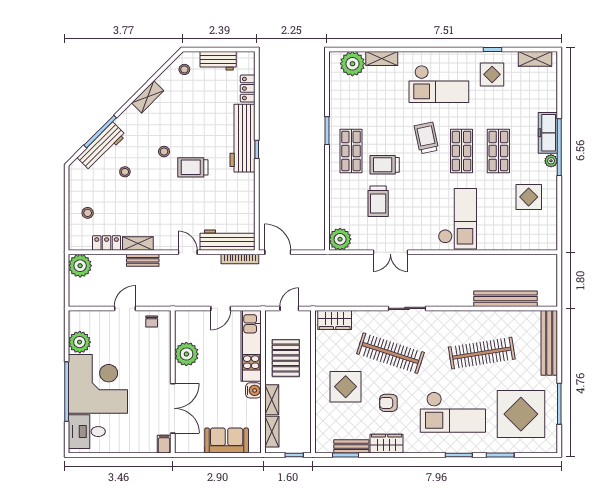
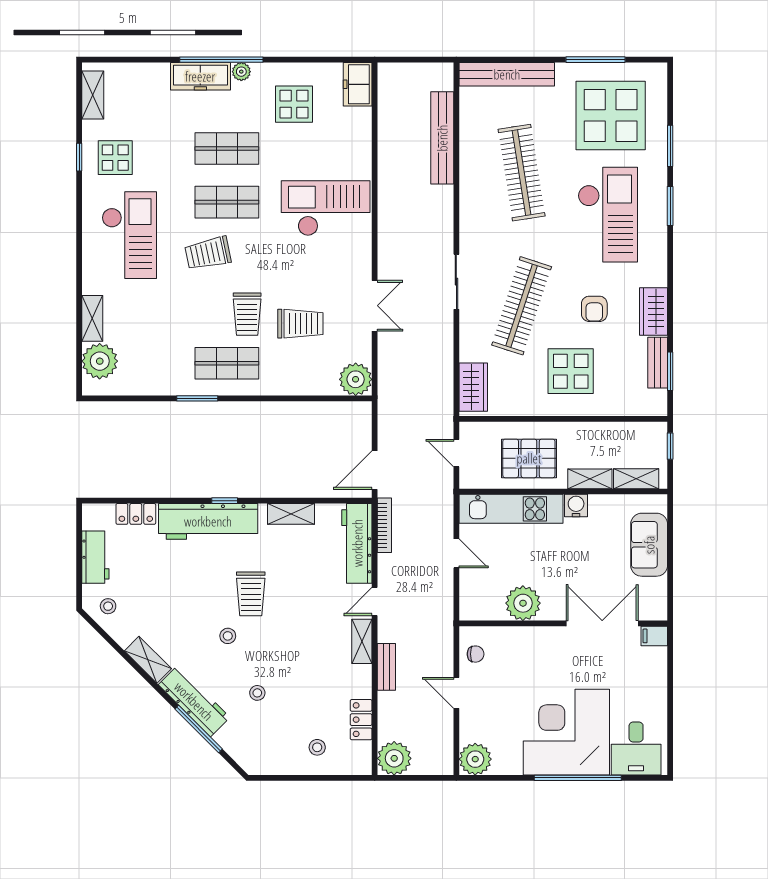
workbench: (101, 146) -> (194, 701), moved
shelving: (248, 195) -> (291, 514), added
freezer: (542, 241) -> (358, 84), added
shelving: (138, 244) -> (362, 641), moved
plant: (80, 342) -> (475, 759), moved

